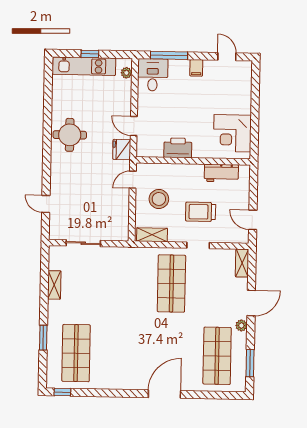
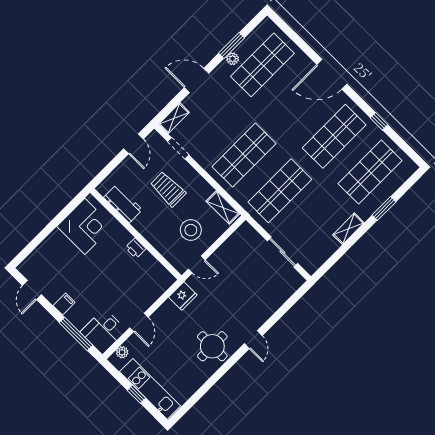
door: (134, 126) -> (139, 322), moved
printer: (178, 148) -> (136, 248), width x0.53, depth x0.68
door: (46, 204) -> (253, 340), moved
trolley: (201, 212) -> (168, 189), turned 180
doorway: (198, 245) -> (178, 148), moved
shop shelf: (124, 283) -> (280, 191), added
shelving: (54, 285) -> (348, 229), moved
plant: (241, 325) -> (233, 59), moved
shop shelf: (123, 354) -> (334, 136), added
window: (250, 363) -> (231, 46), moved
window: (62, 392) -> (379, 121), moved

